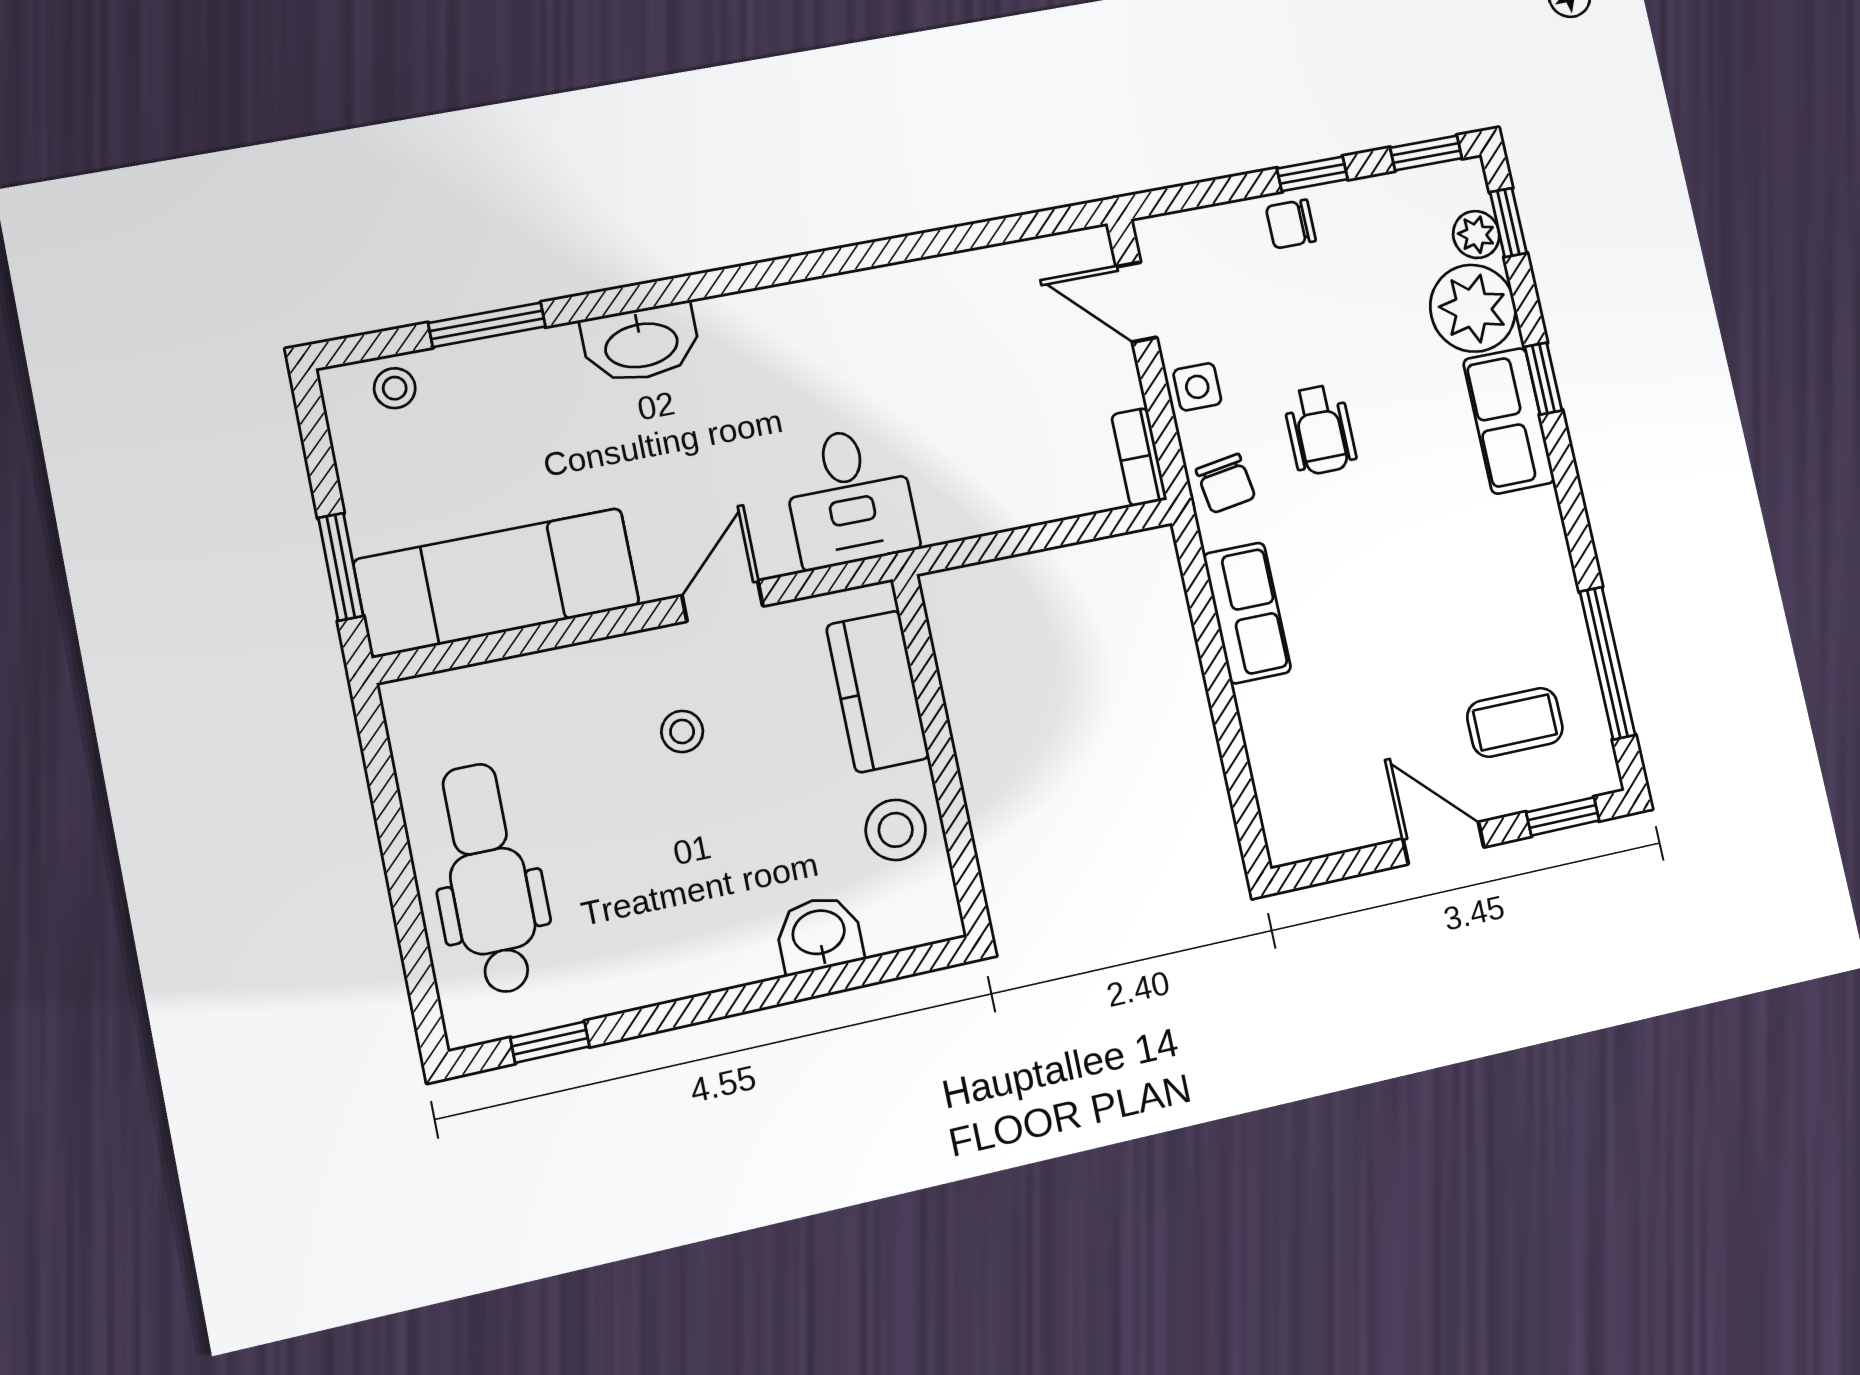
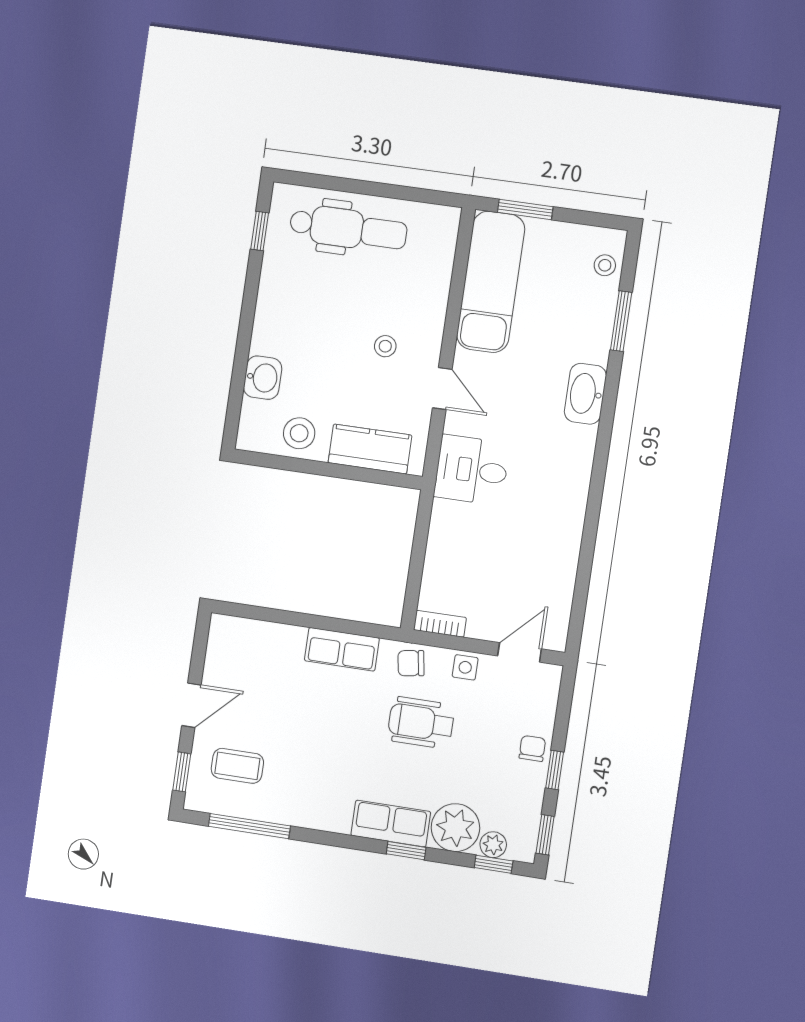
wheelchair: (1320, 430) -> (421, 723), width x1.36, depth x1.37
coffee table: (1515, 722) -> (237, 766), turned 90

